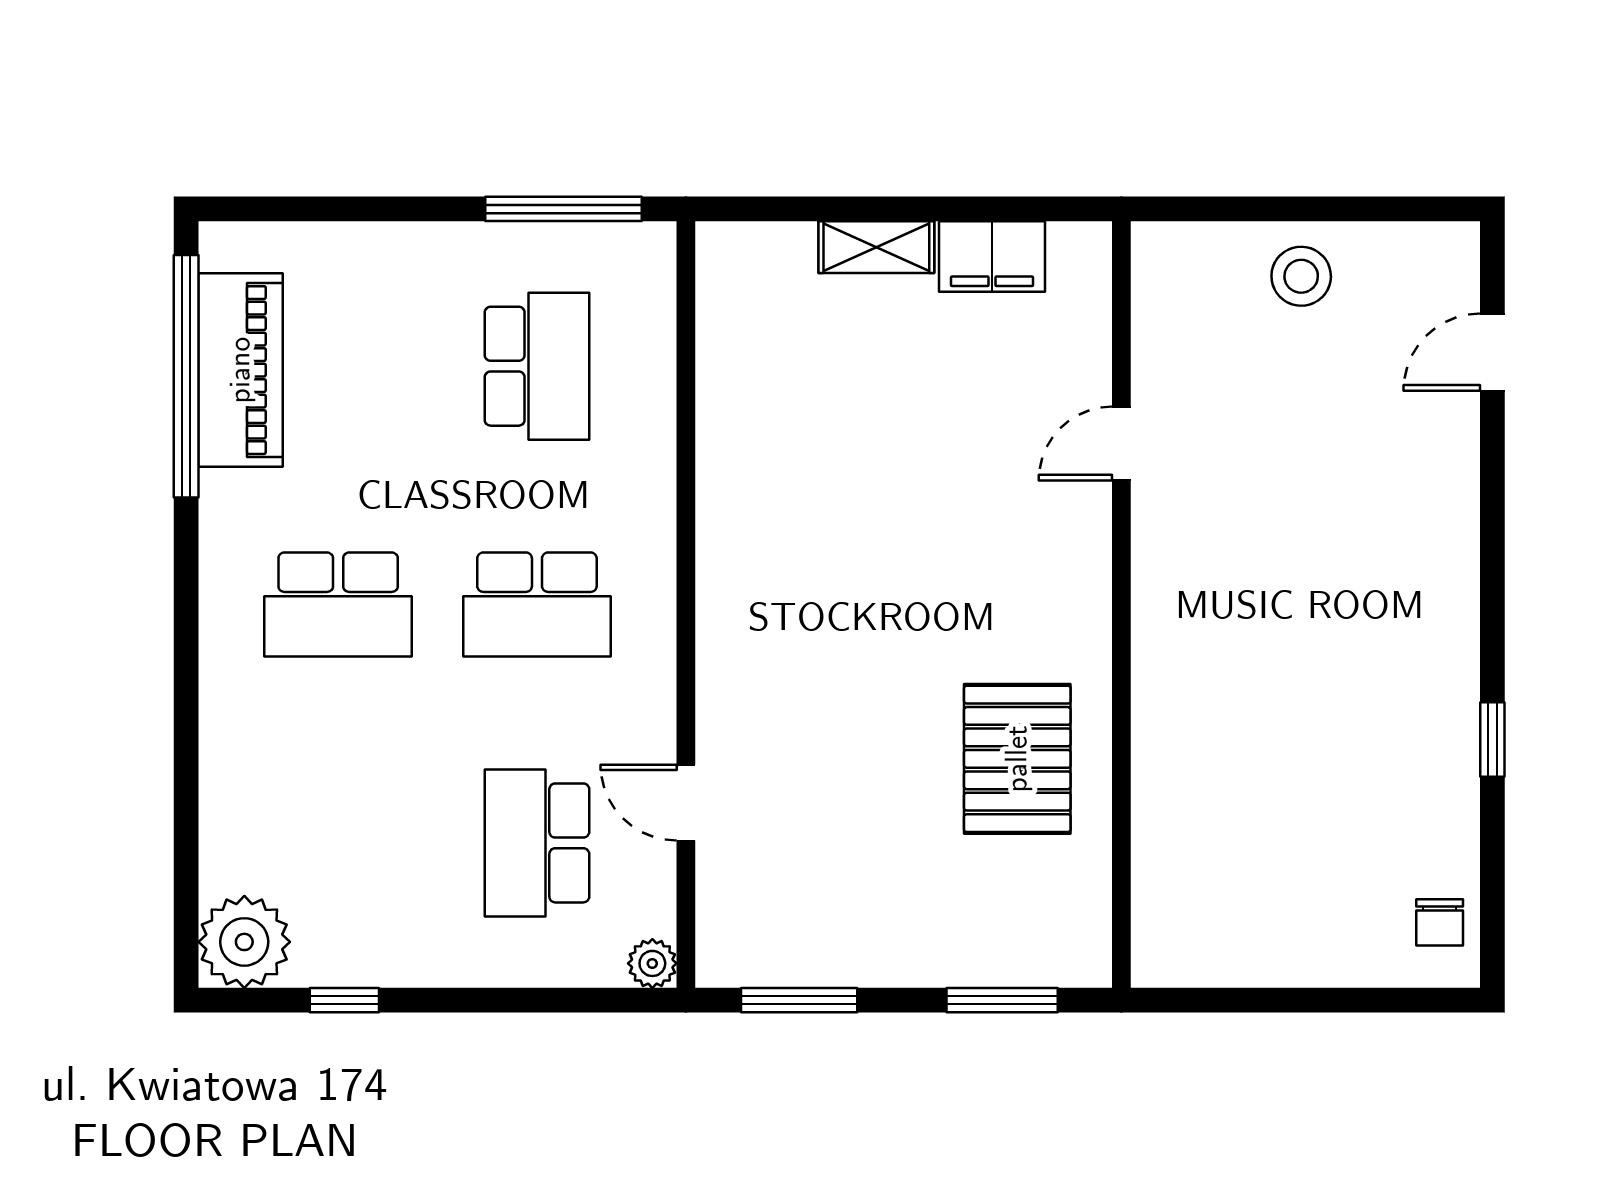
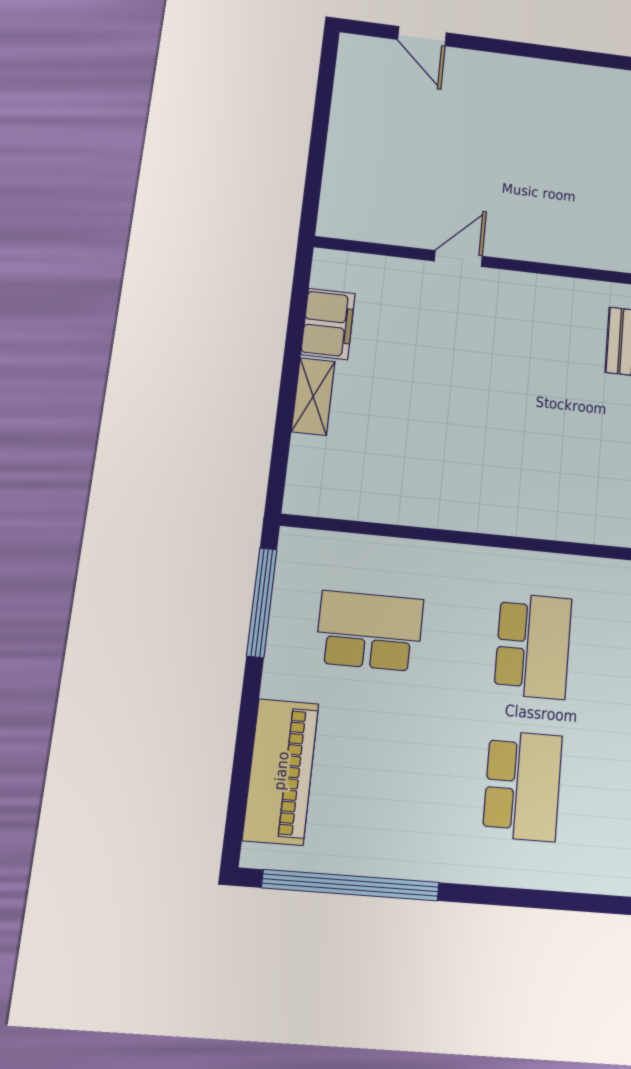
stool: (1301, 276) -> (362, 139), removed
piano: (240, 370) -> (281, 771), moved, turned 90
door: (1121, 444) -> (458, 259), swing flipped

